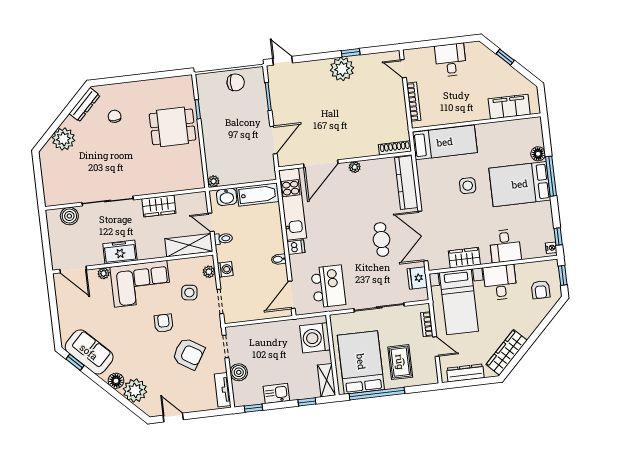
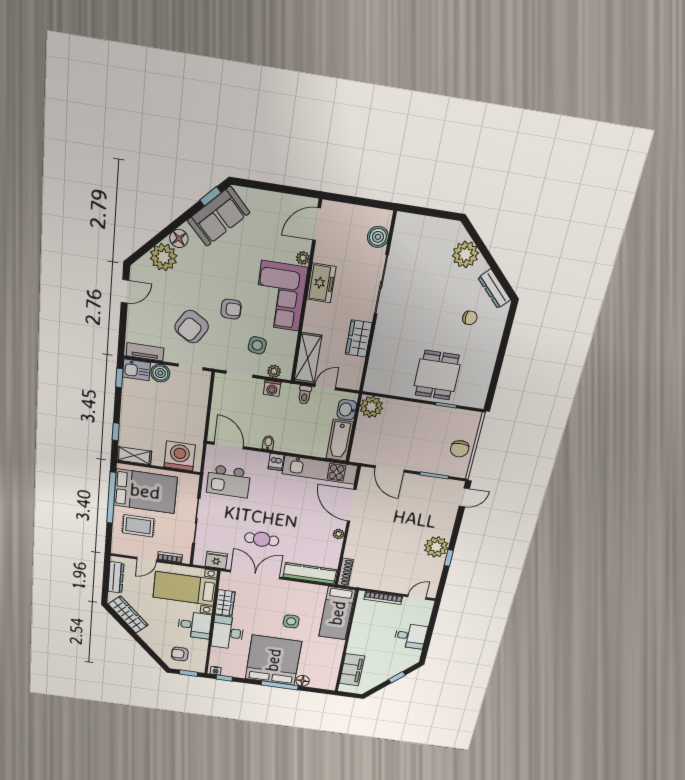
plant: (213, 181) -> (371, 407), width x1.88, depth x1.88
bed: (520, 184) -> (273, 660), width x1.36
desk: (505, 246) -> (228, 633), width x1.37
kitchen sink: (276, 393) -> (136, 370), moved, turned 90

